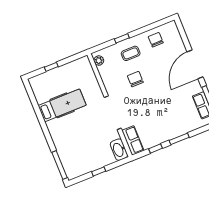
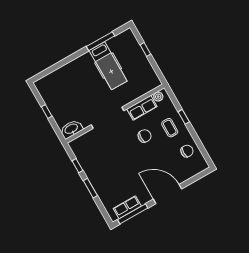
row of seats: (133, 140) -> (142, 108), moved
window: (59, 165) -> (101, 41), moved

